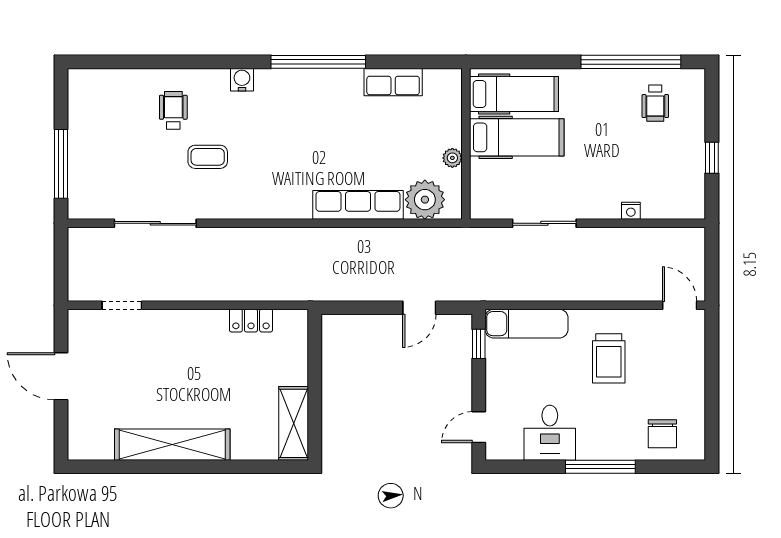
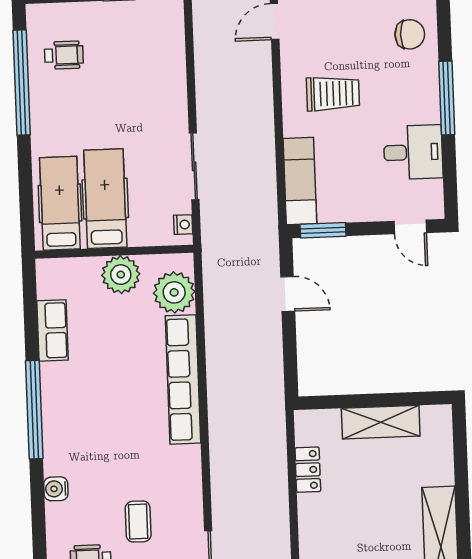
plant: (452, 158) -> (121, 275), width x1.88, depth x1.88
row of seats: (358, 205) -> (183, 379), width x1.36
nightstand: (631, 211) -> (183, 225), moved
window: (479, 344) -> (323, 230), width x1.50
shelving: (294, 423) -> (381, 422), moved

